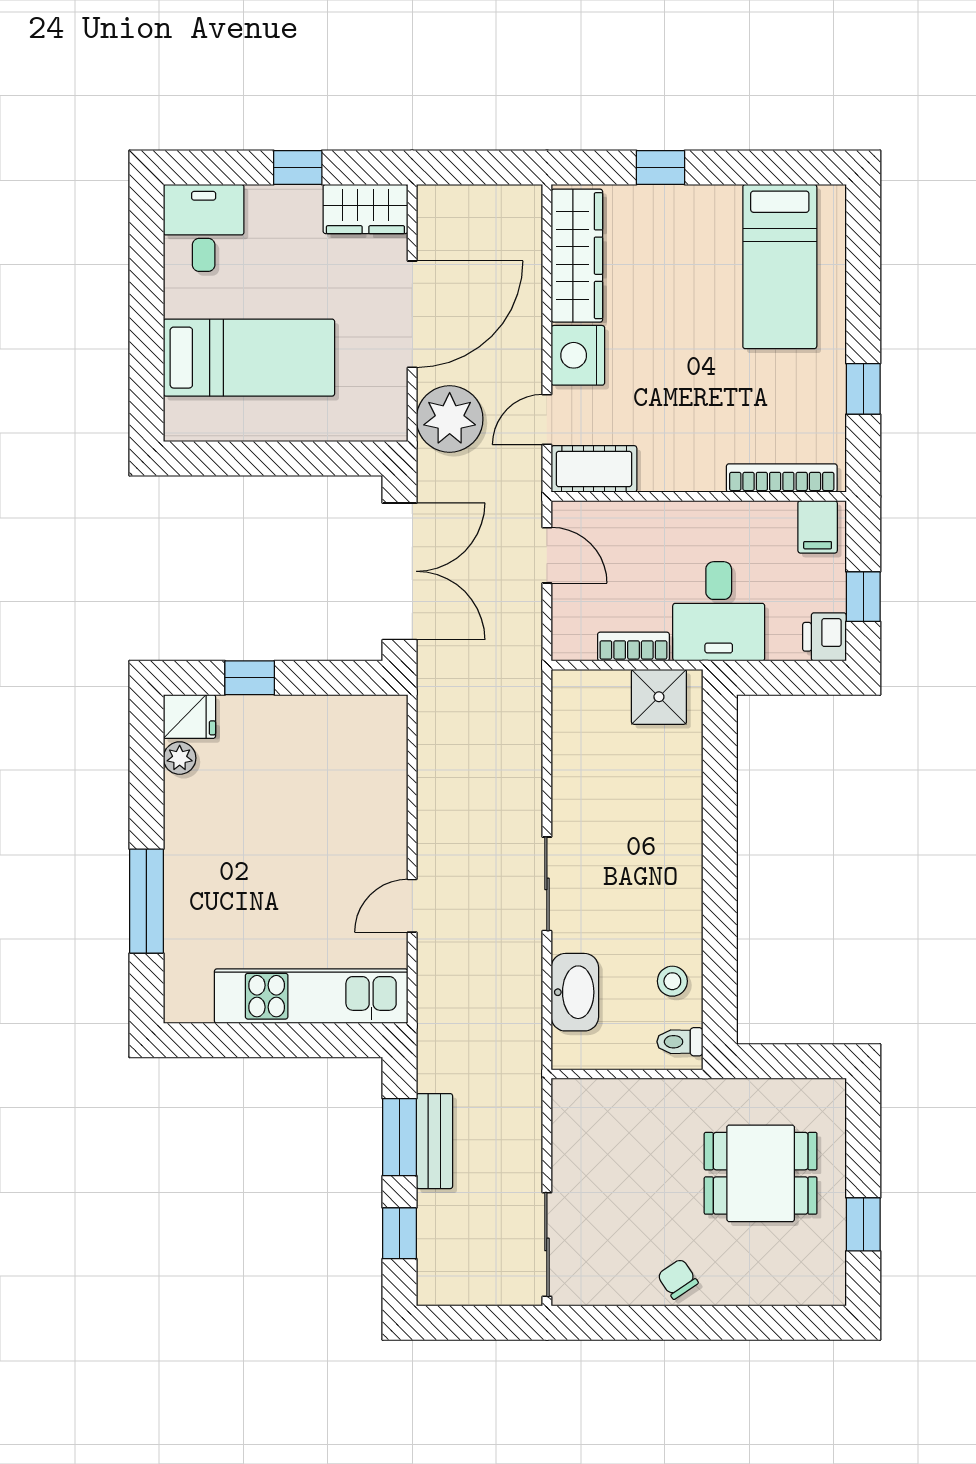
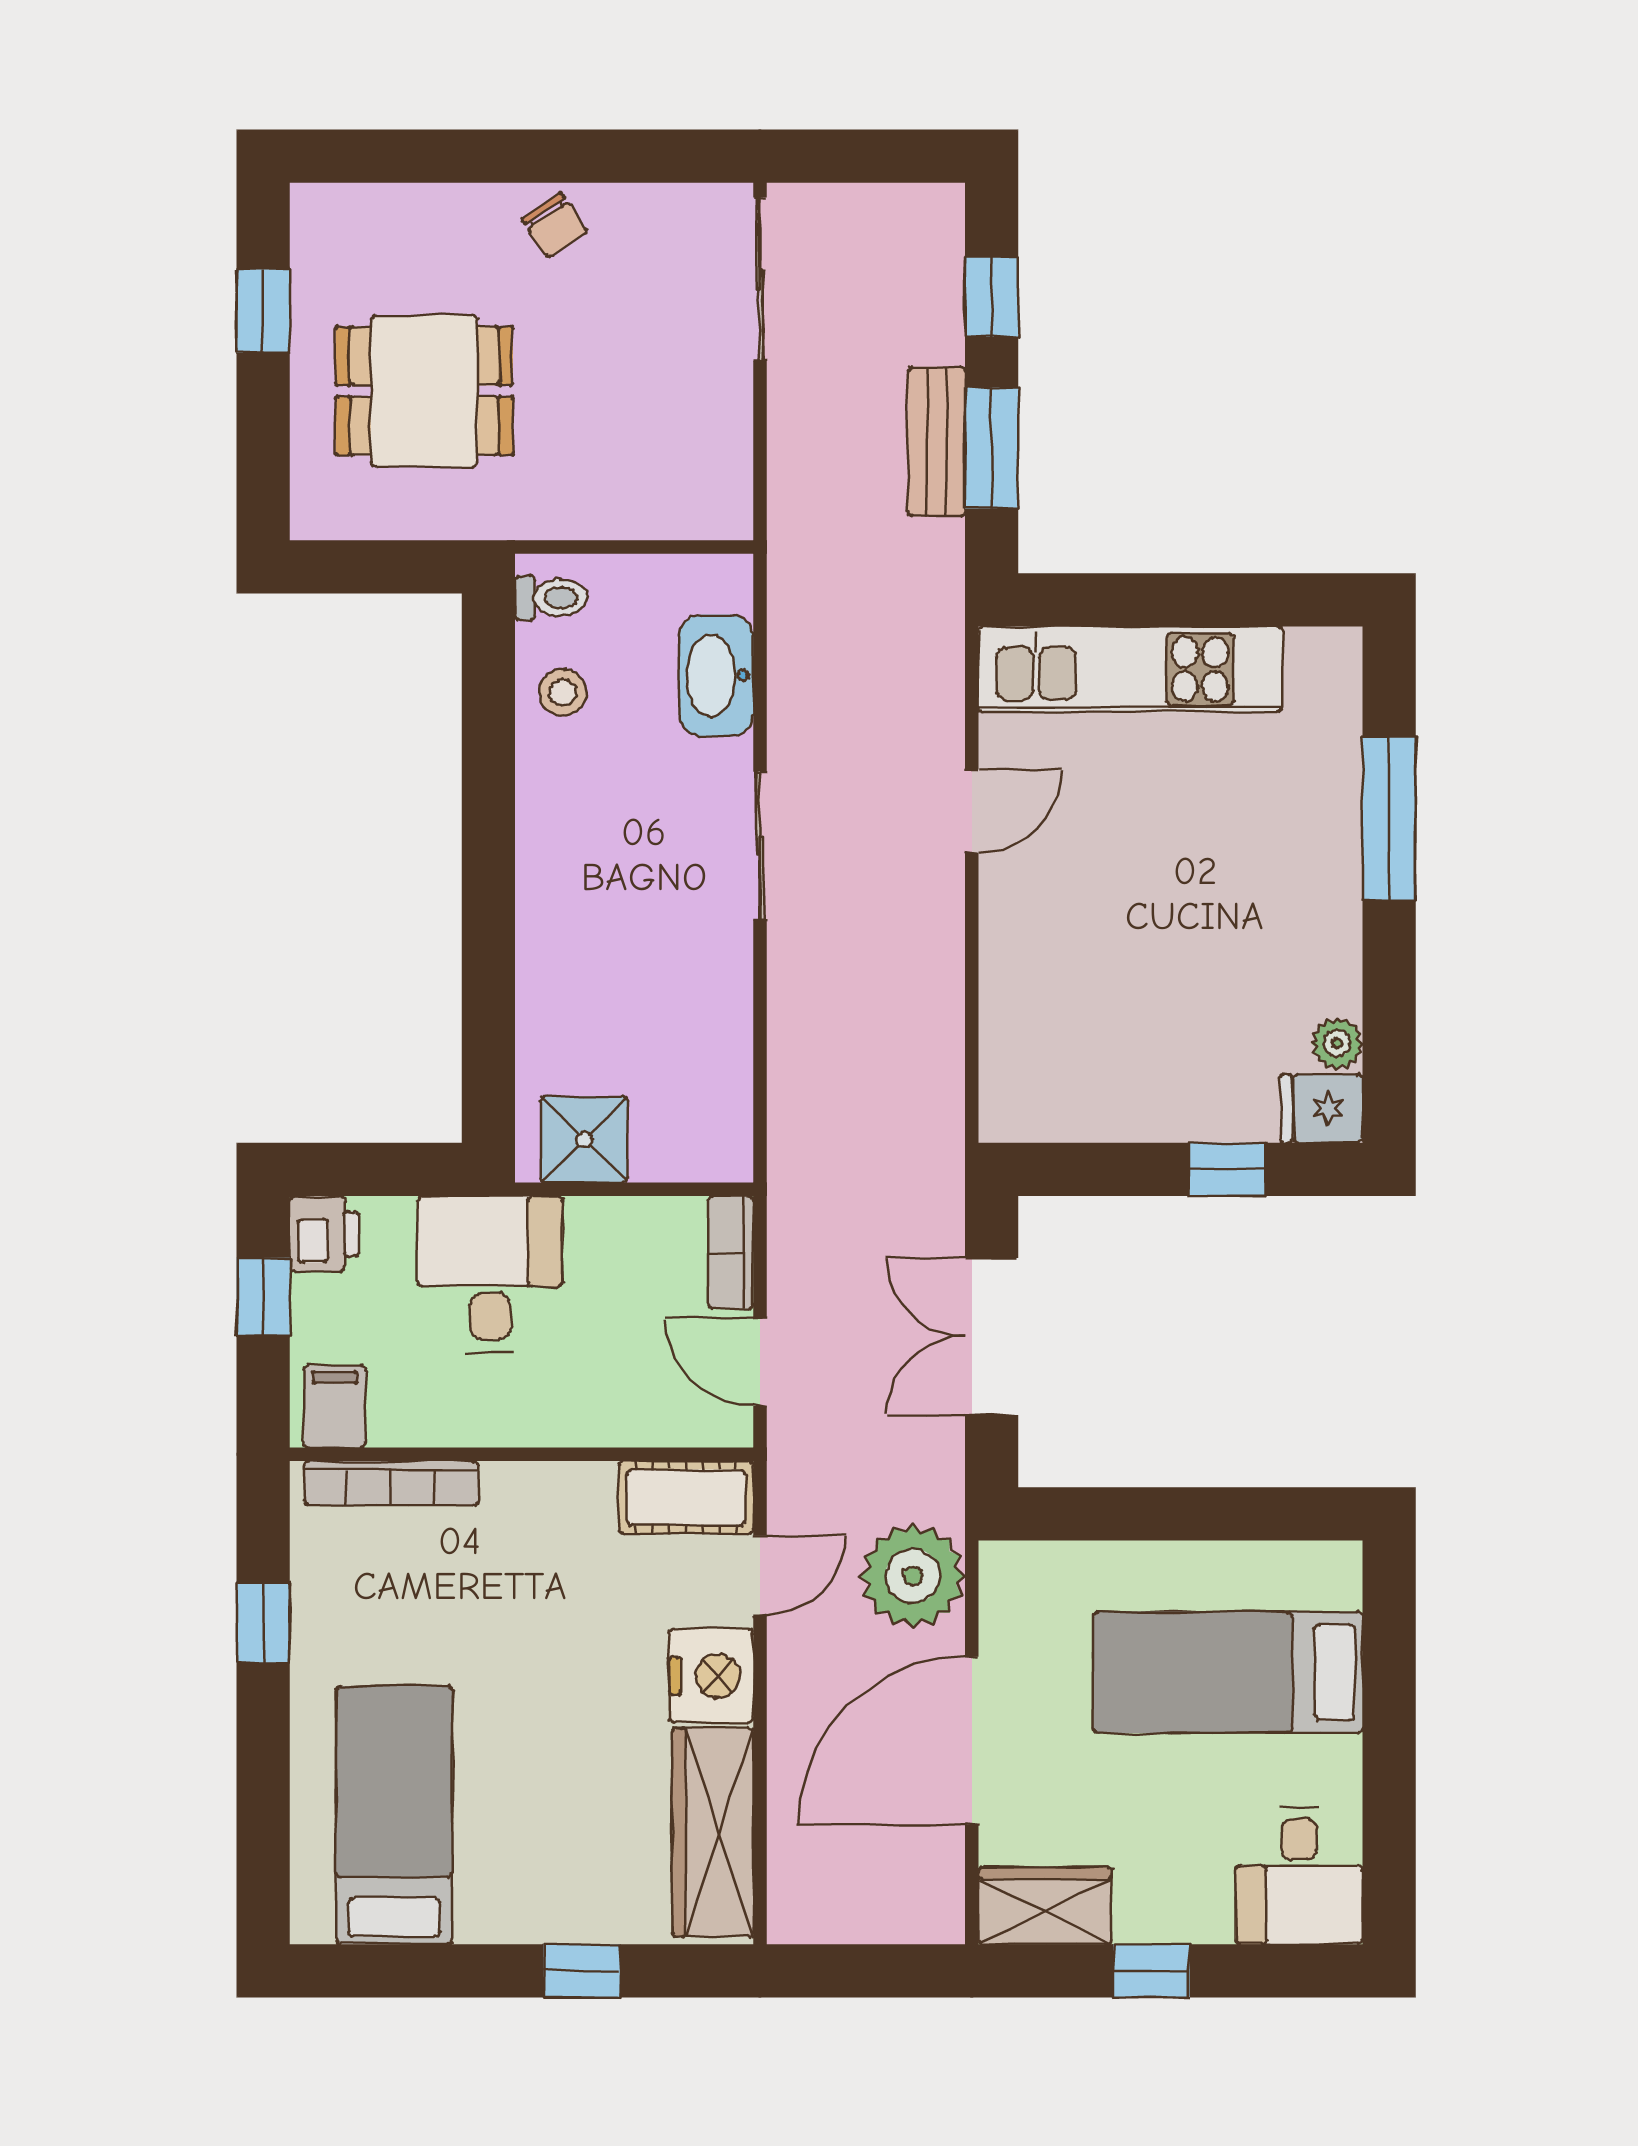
double door: (399, 571) -> (992, 1336), width x0.73
bookcase: (633, 646) -> (731, 1252), moved, turned 90

